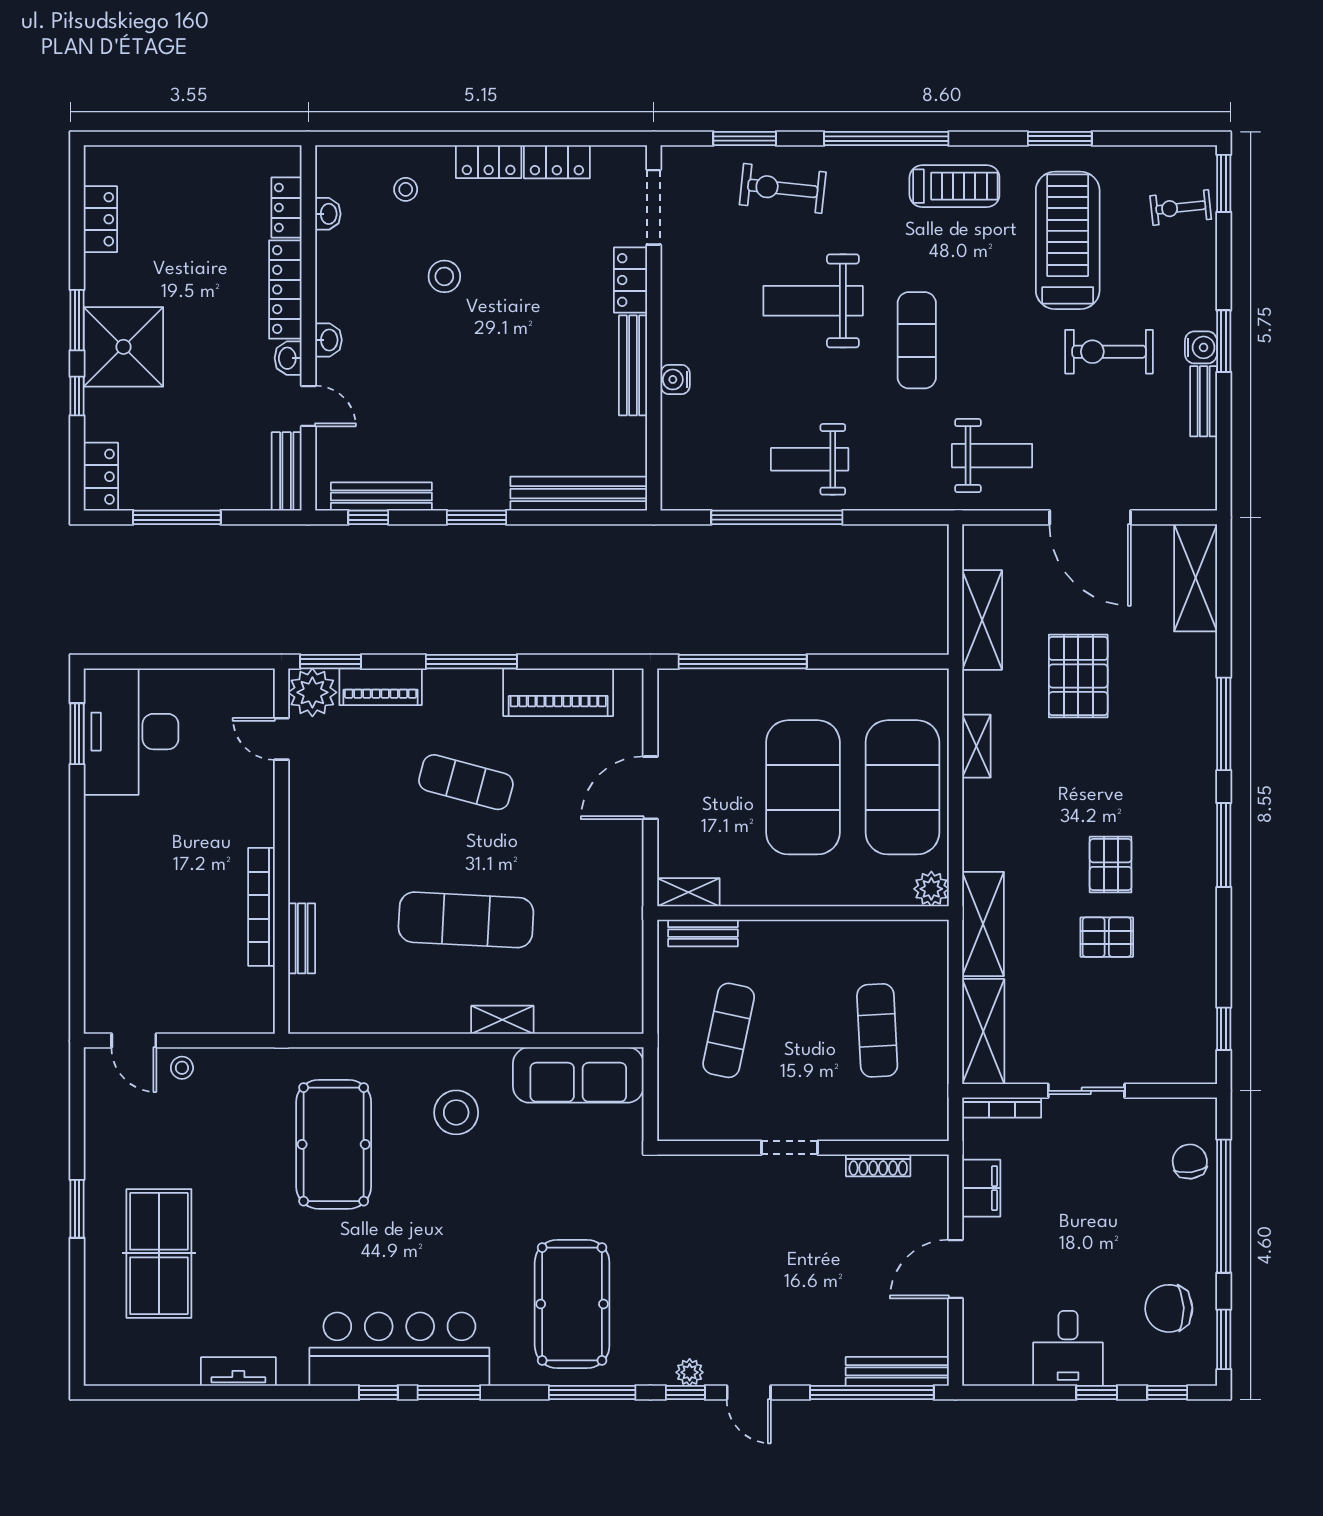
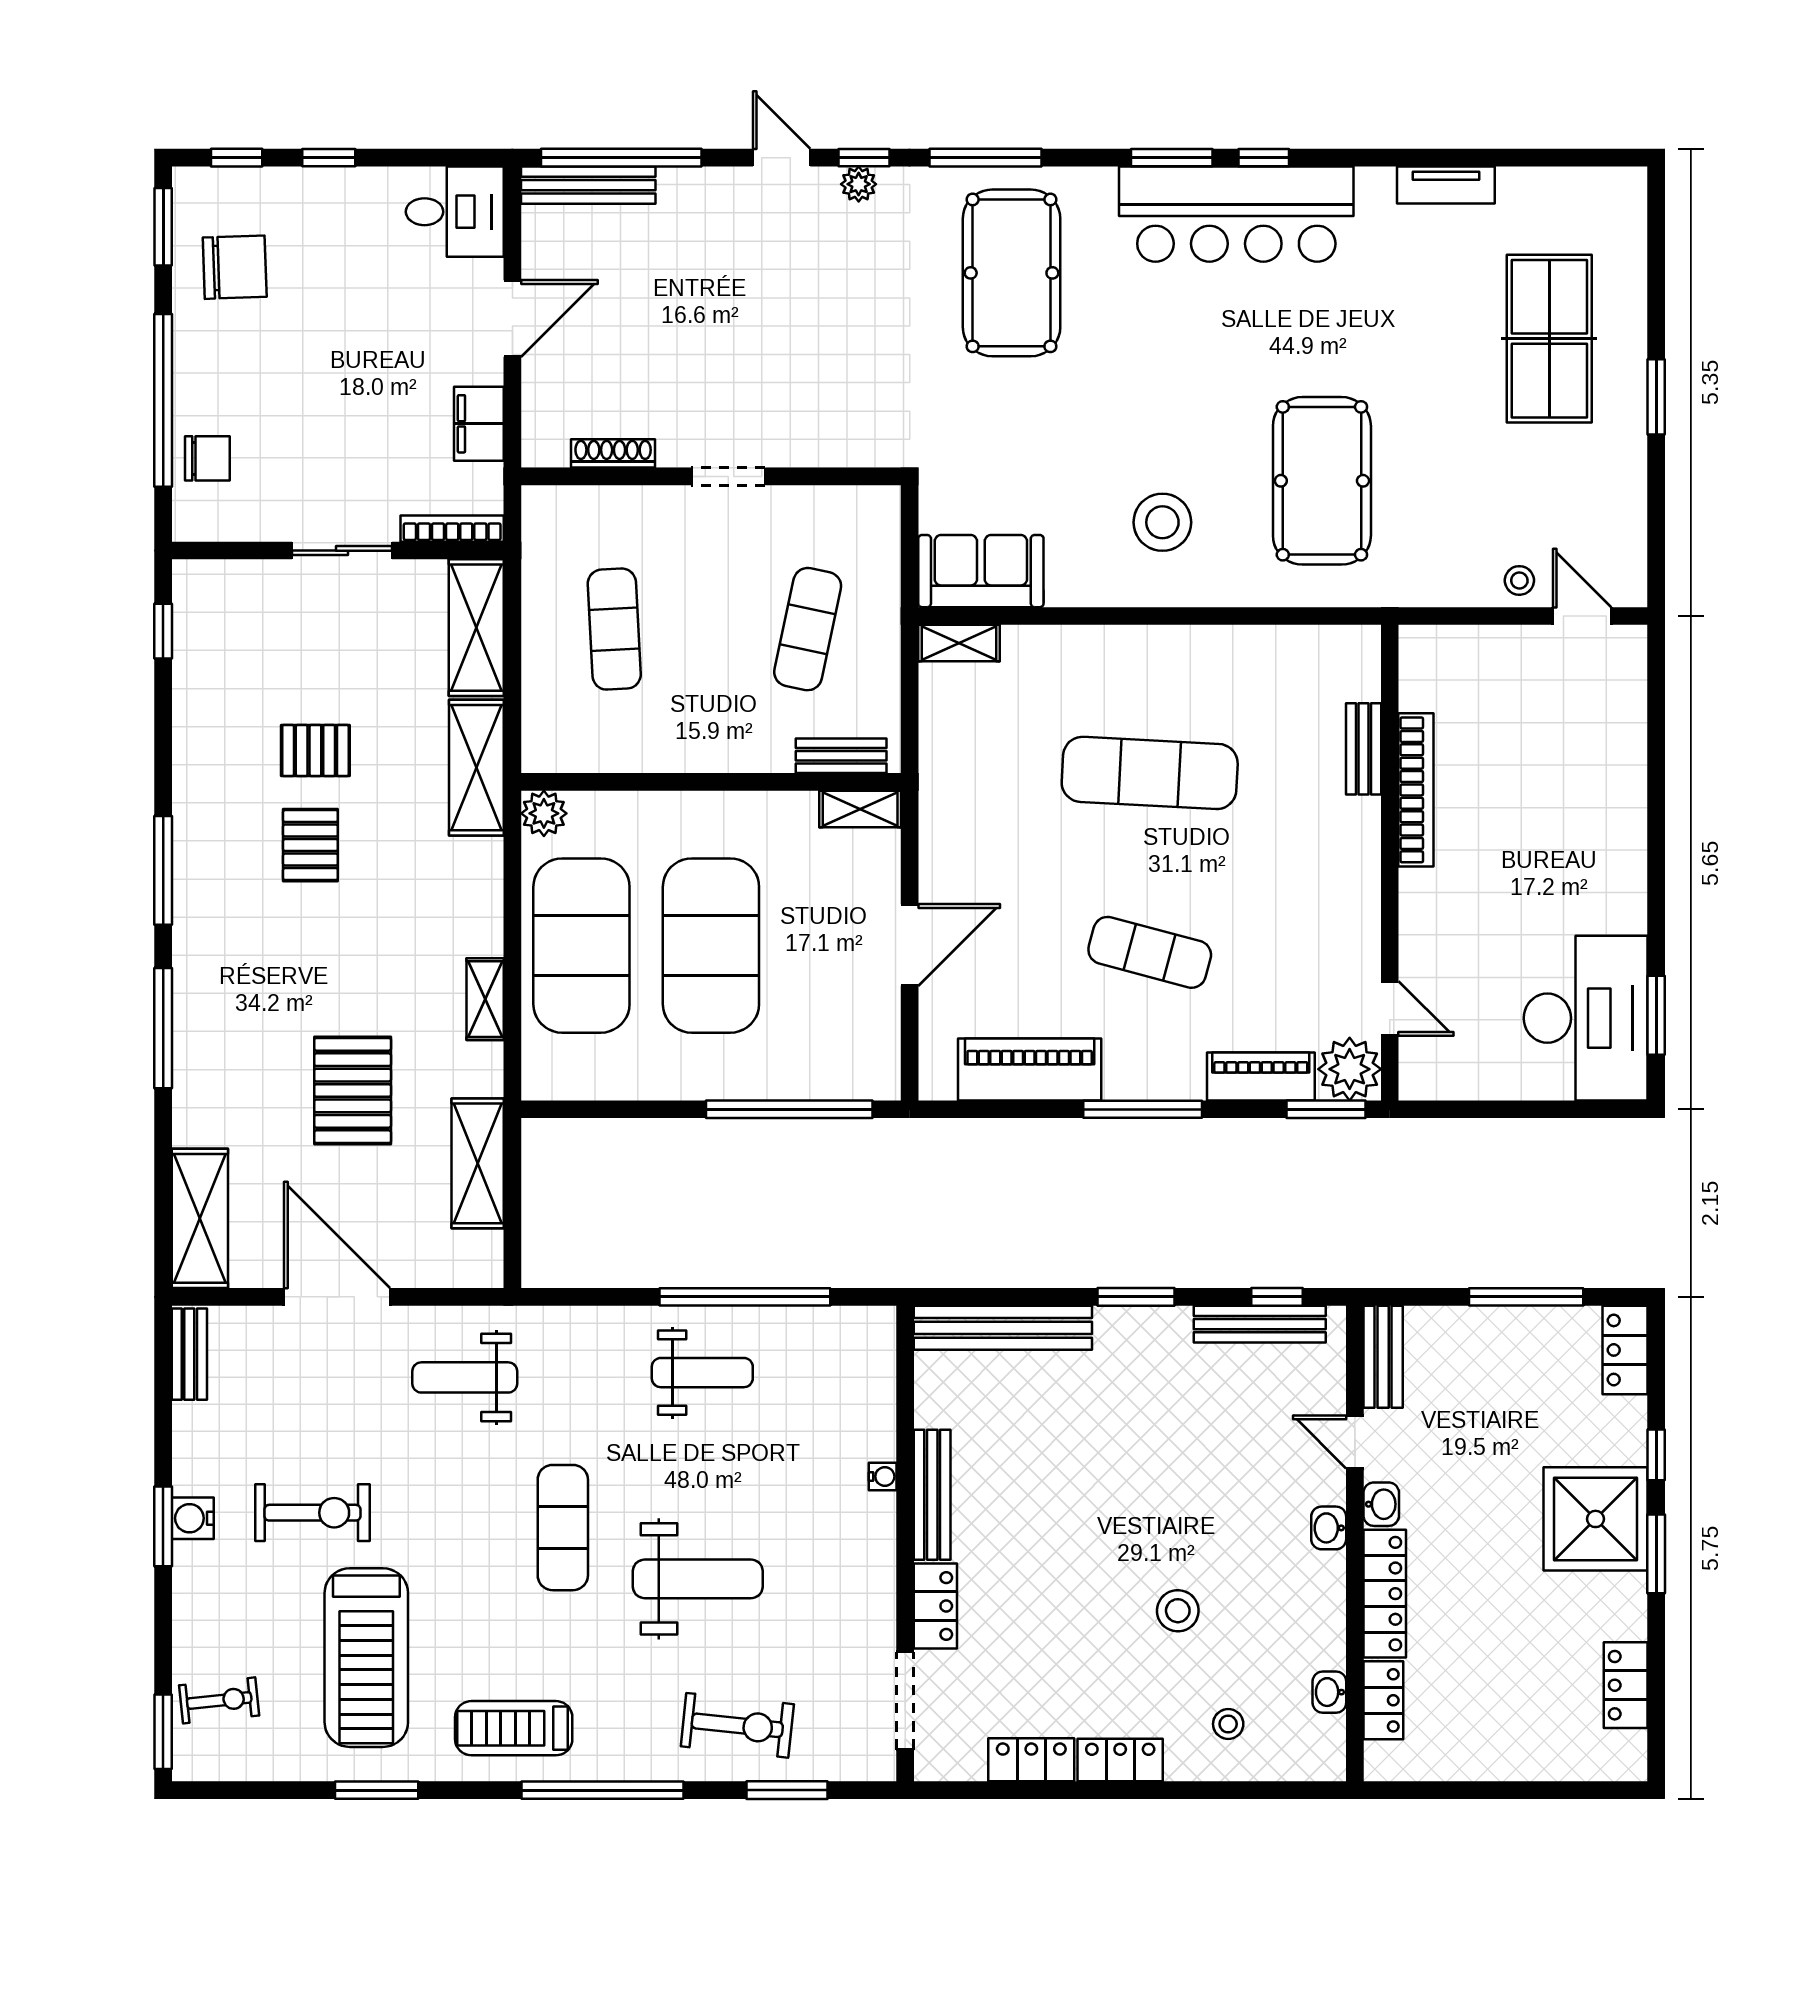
water cooler: (675, 379) -> (883, 1476), width x0.72, depth x0.72
bench: (1204, 401) -> (189, 1354), moved
shelving: (502, 1020) -> (959, 643), moved
sofa: (578, 1075) -> (981, 571), width x0.73
chair: (1190, 1162) -> (207, 458), turned -83
desk: (1068, 1348) -> (455, 212), moved, turned 90

